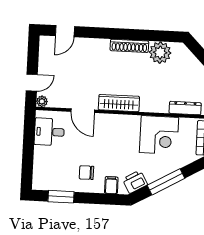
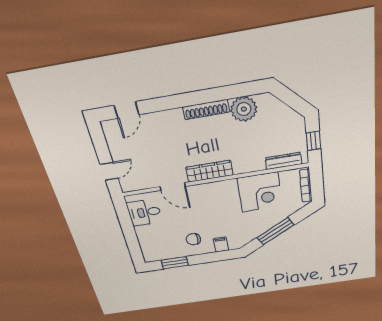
plant: (42, 101) -> (127, 187), removed
printer: (135, 182) -> (244, 237), removed

